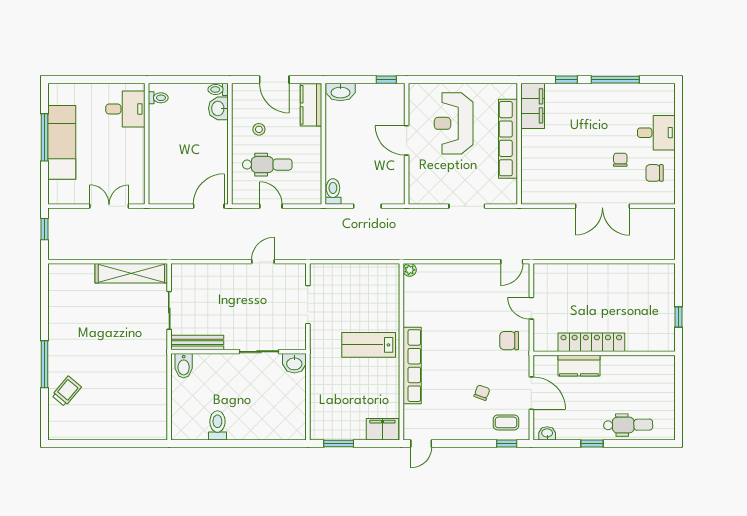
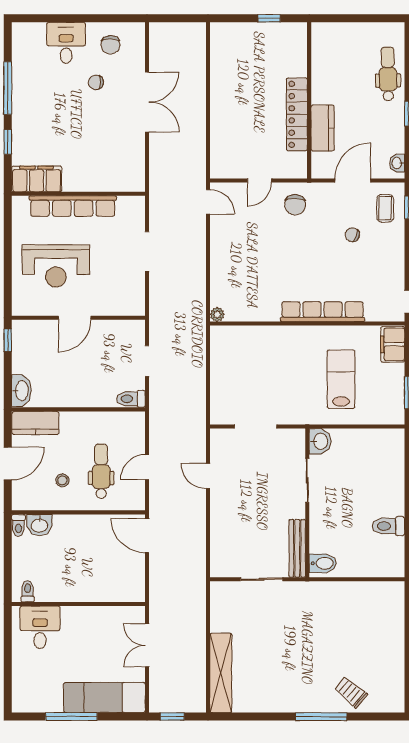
exam couch: (62, 142) -> (104, 698), moved
shelving: (131, 273) -> (221, 673), moved
lab bench: (369, 345) -> (341, 379), moved, turned 180

